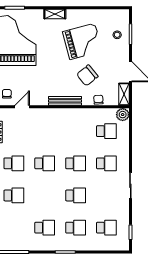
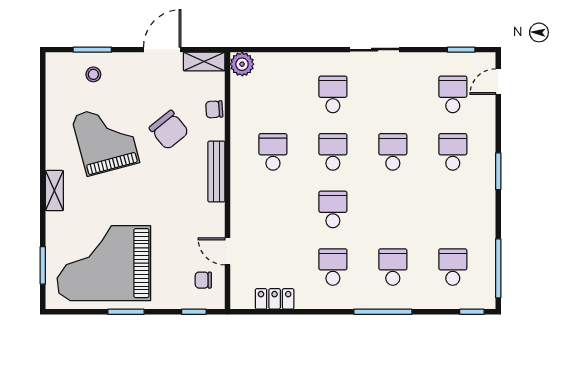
school desk: (106, 131) -> (273, 152), moved
school desk: (45, 228) -> (453, 267), moved
door: (113, 252) -> (498, 82), added

